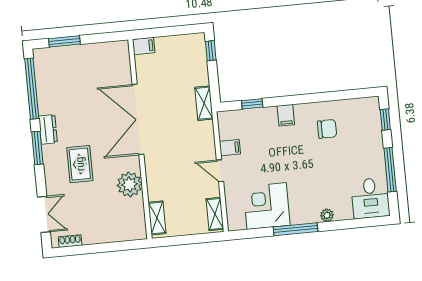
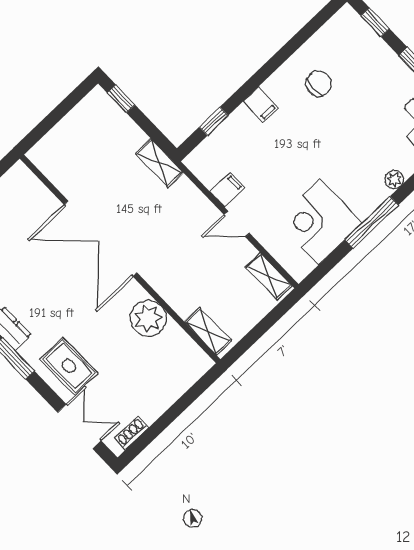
filing cabinet: (144, 46) -> (43, 152), removed
rug: (80, 164) -> (69, 366), moved

